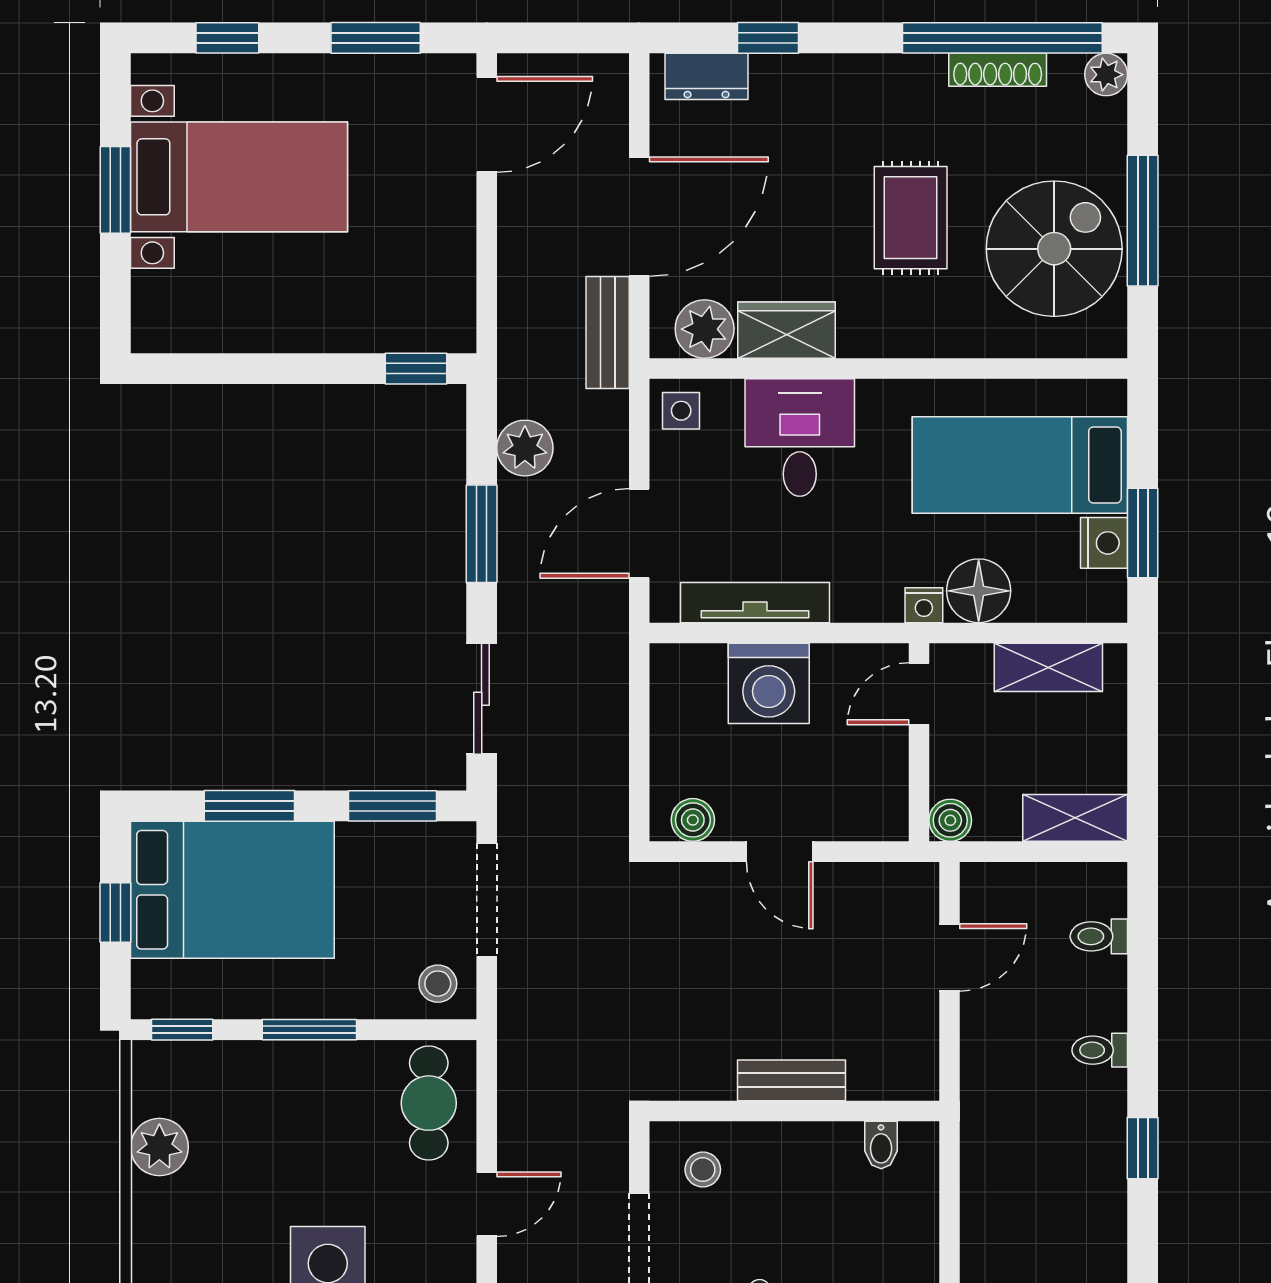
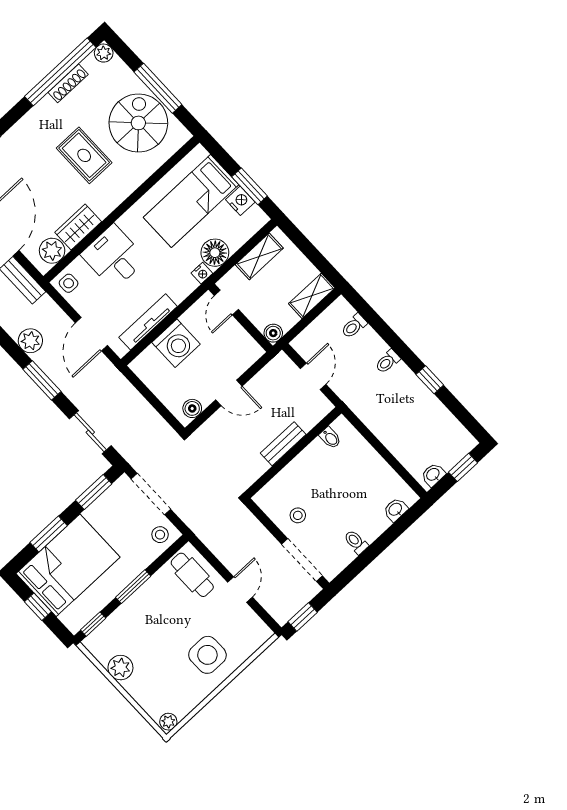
bench: (791, 1080) -> (283, 444), moved
wall: (794, 1111) -> (293, 453), moved
bidet: (881, 1145) -> (330, 438), moved

